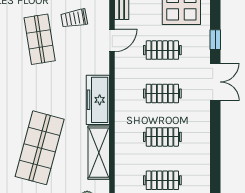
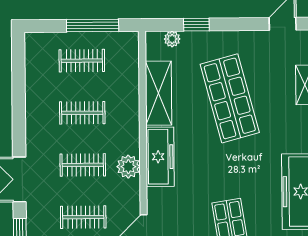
plant: (124, 92) -> (128, 167), added
shop shelf: (40, 148) -> (230, 98), turned -30

